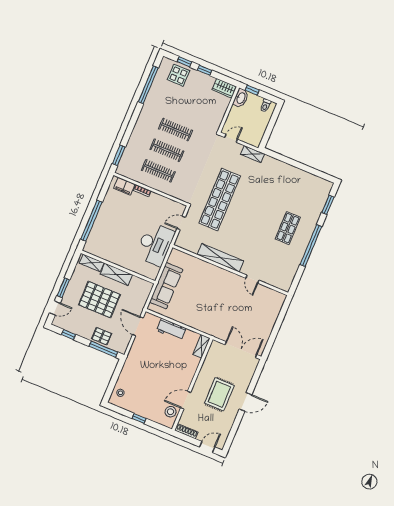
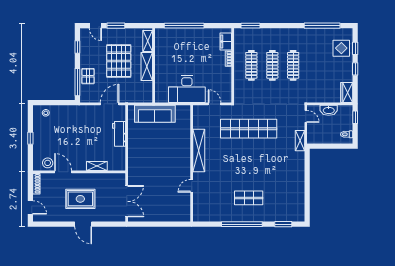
washbasin: (241, 98) -> (329, 110), moved
shelving: (201, 346) -> (97, 166), moved

